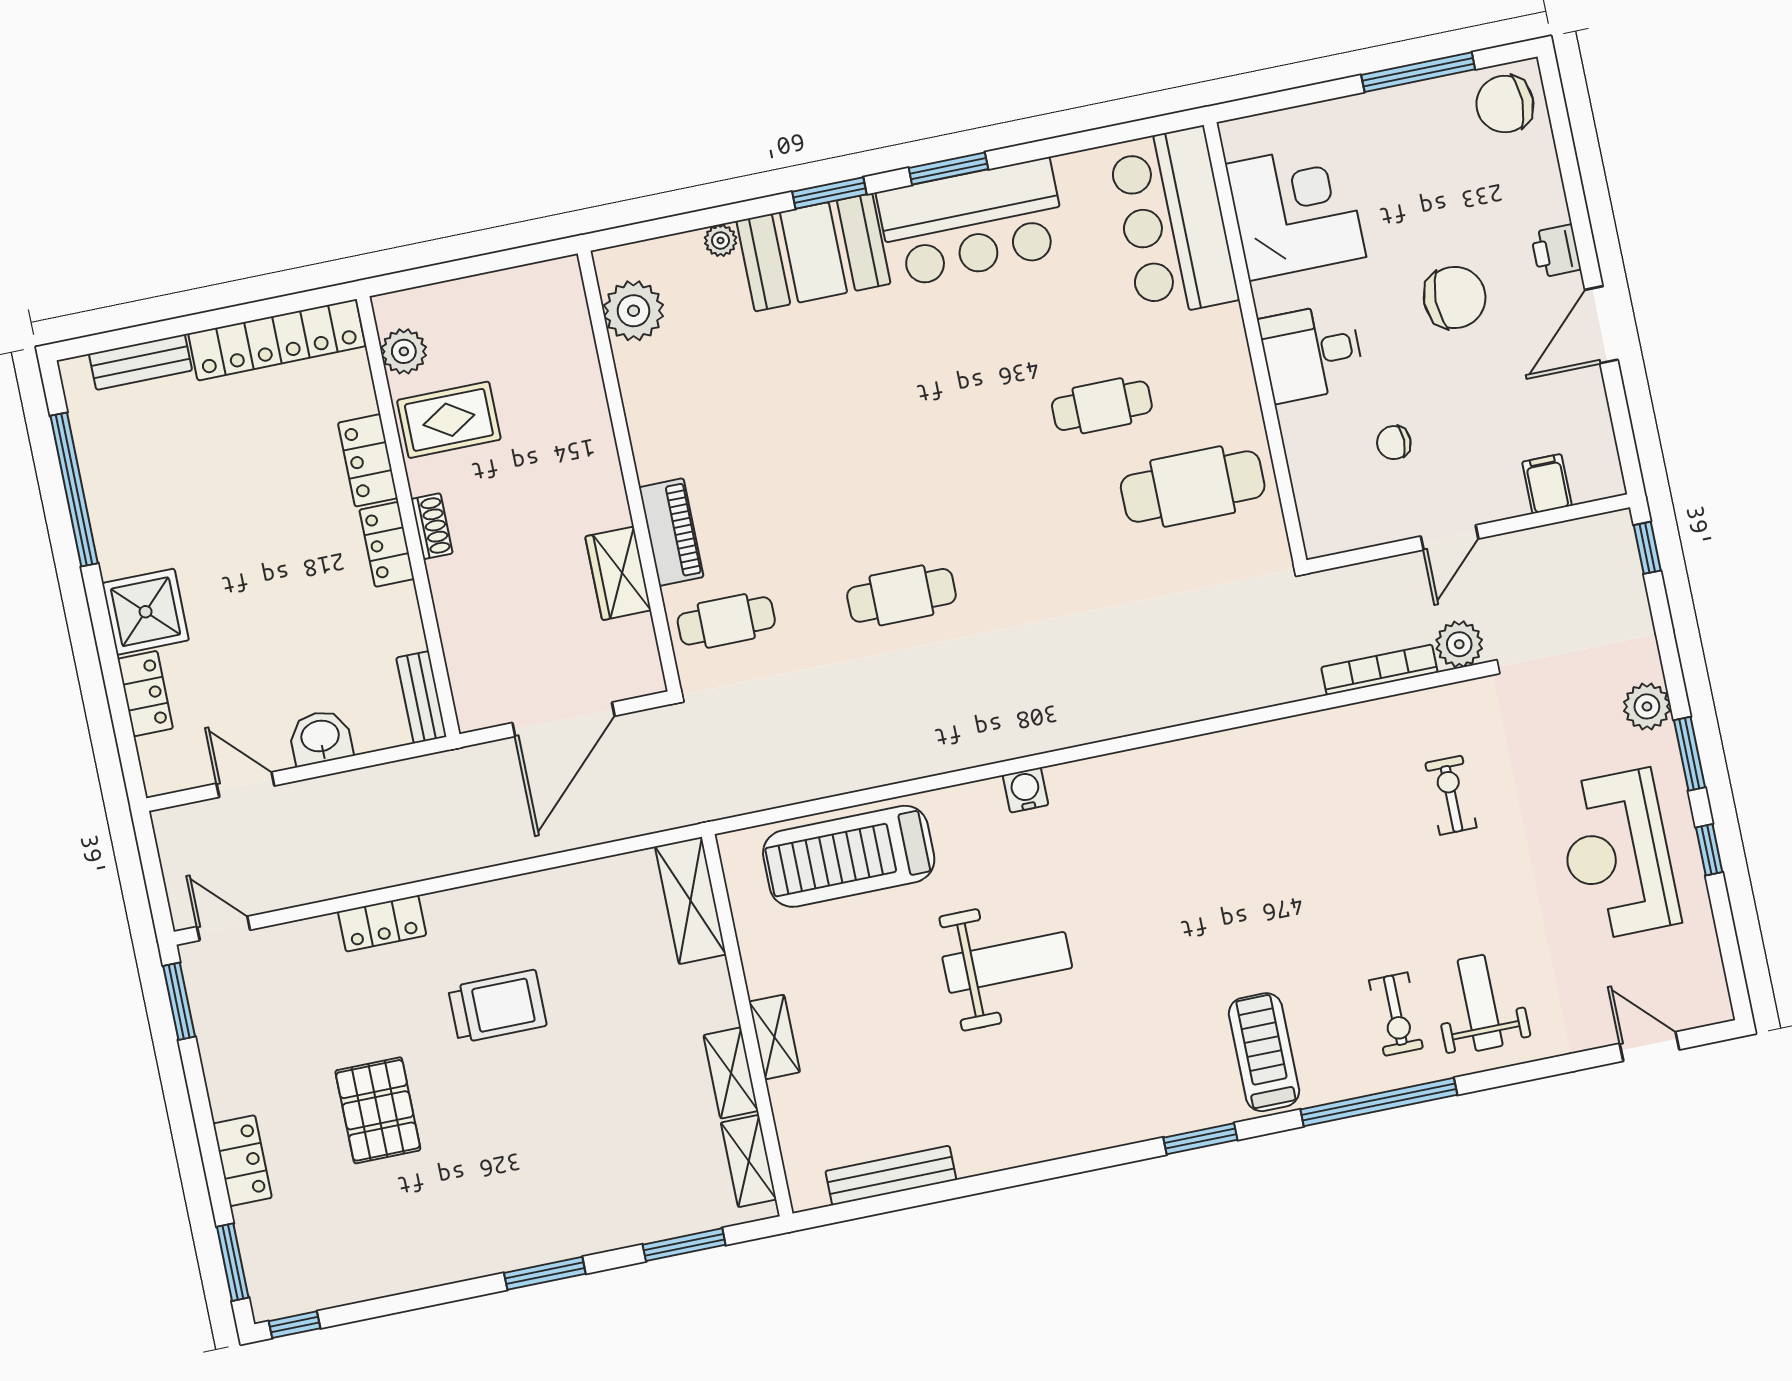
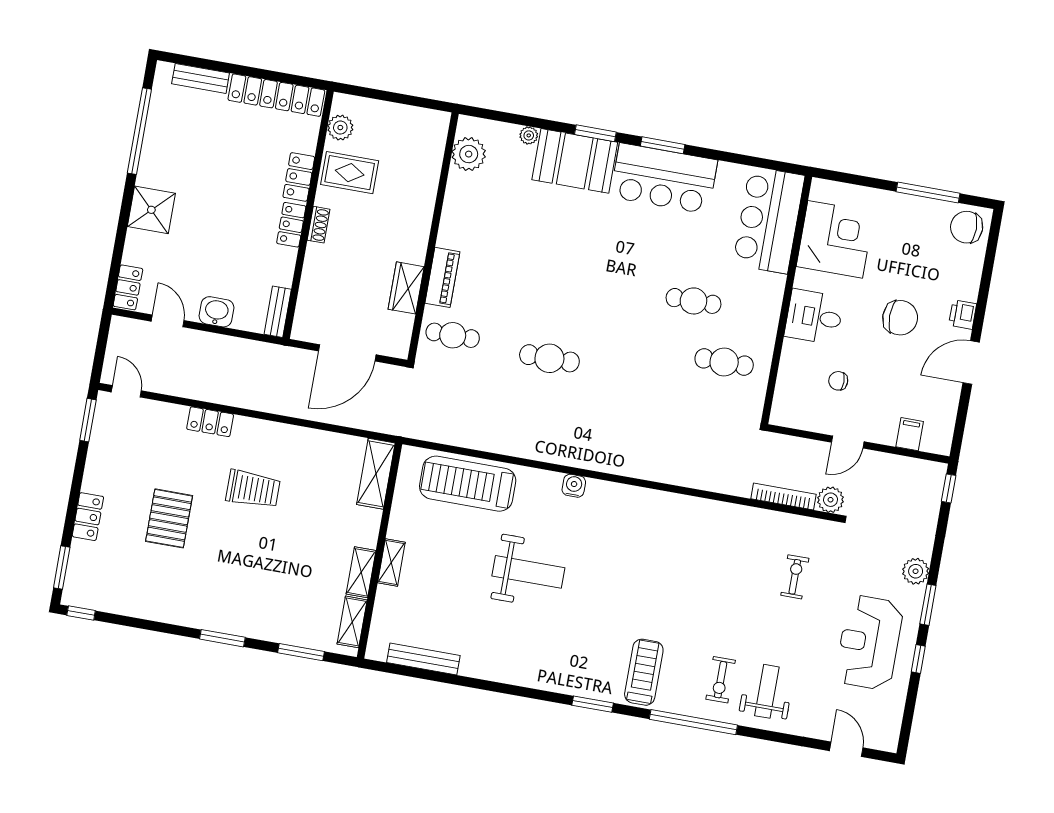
cafe table: (1193, 487) -> (724, 362), width x0.73, depth x0.74
locker: (145, 694) -> (128, 287), moved

